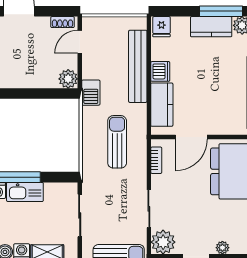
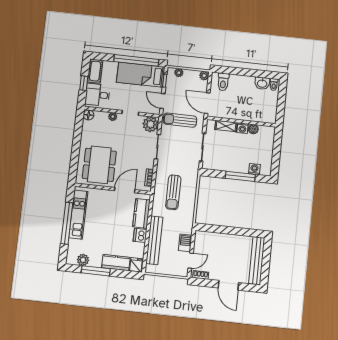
kitchen counter: (211, 27) -> (116, 263), moved
plant: (68, 79) -> (201, 237), removed
barbecue: (91, 93) -> (185, 243), moved
kitchen sink: (25, 192) -> (236, 166), removed

